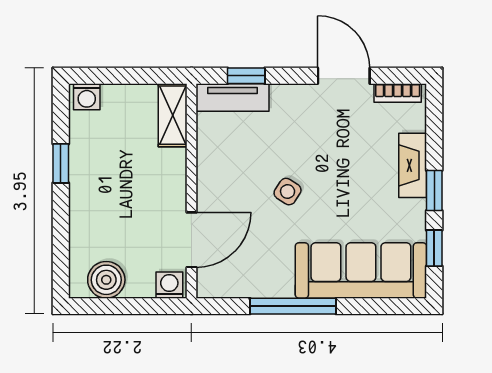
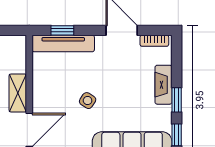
tv unit: (232, 97) -> (63, 43), width x1.41
shelving: (173, 115) -> (18, 93), moved

